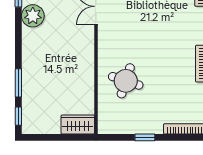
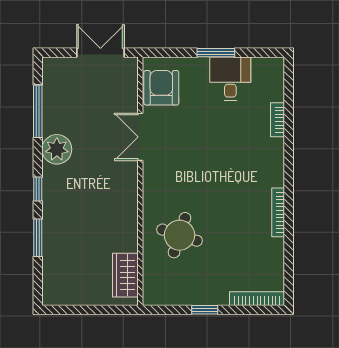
window: (18, 116) -> (38, 189), moved
wardrobe: (78, 125) -> (125, 275), moved, turned -90

